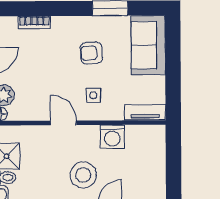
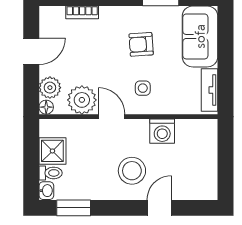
plant: (35, 107) -> (82, 100), added
tv unit: (145, 112) -> (210, 90), moved, turned -90

